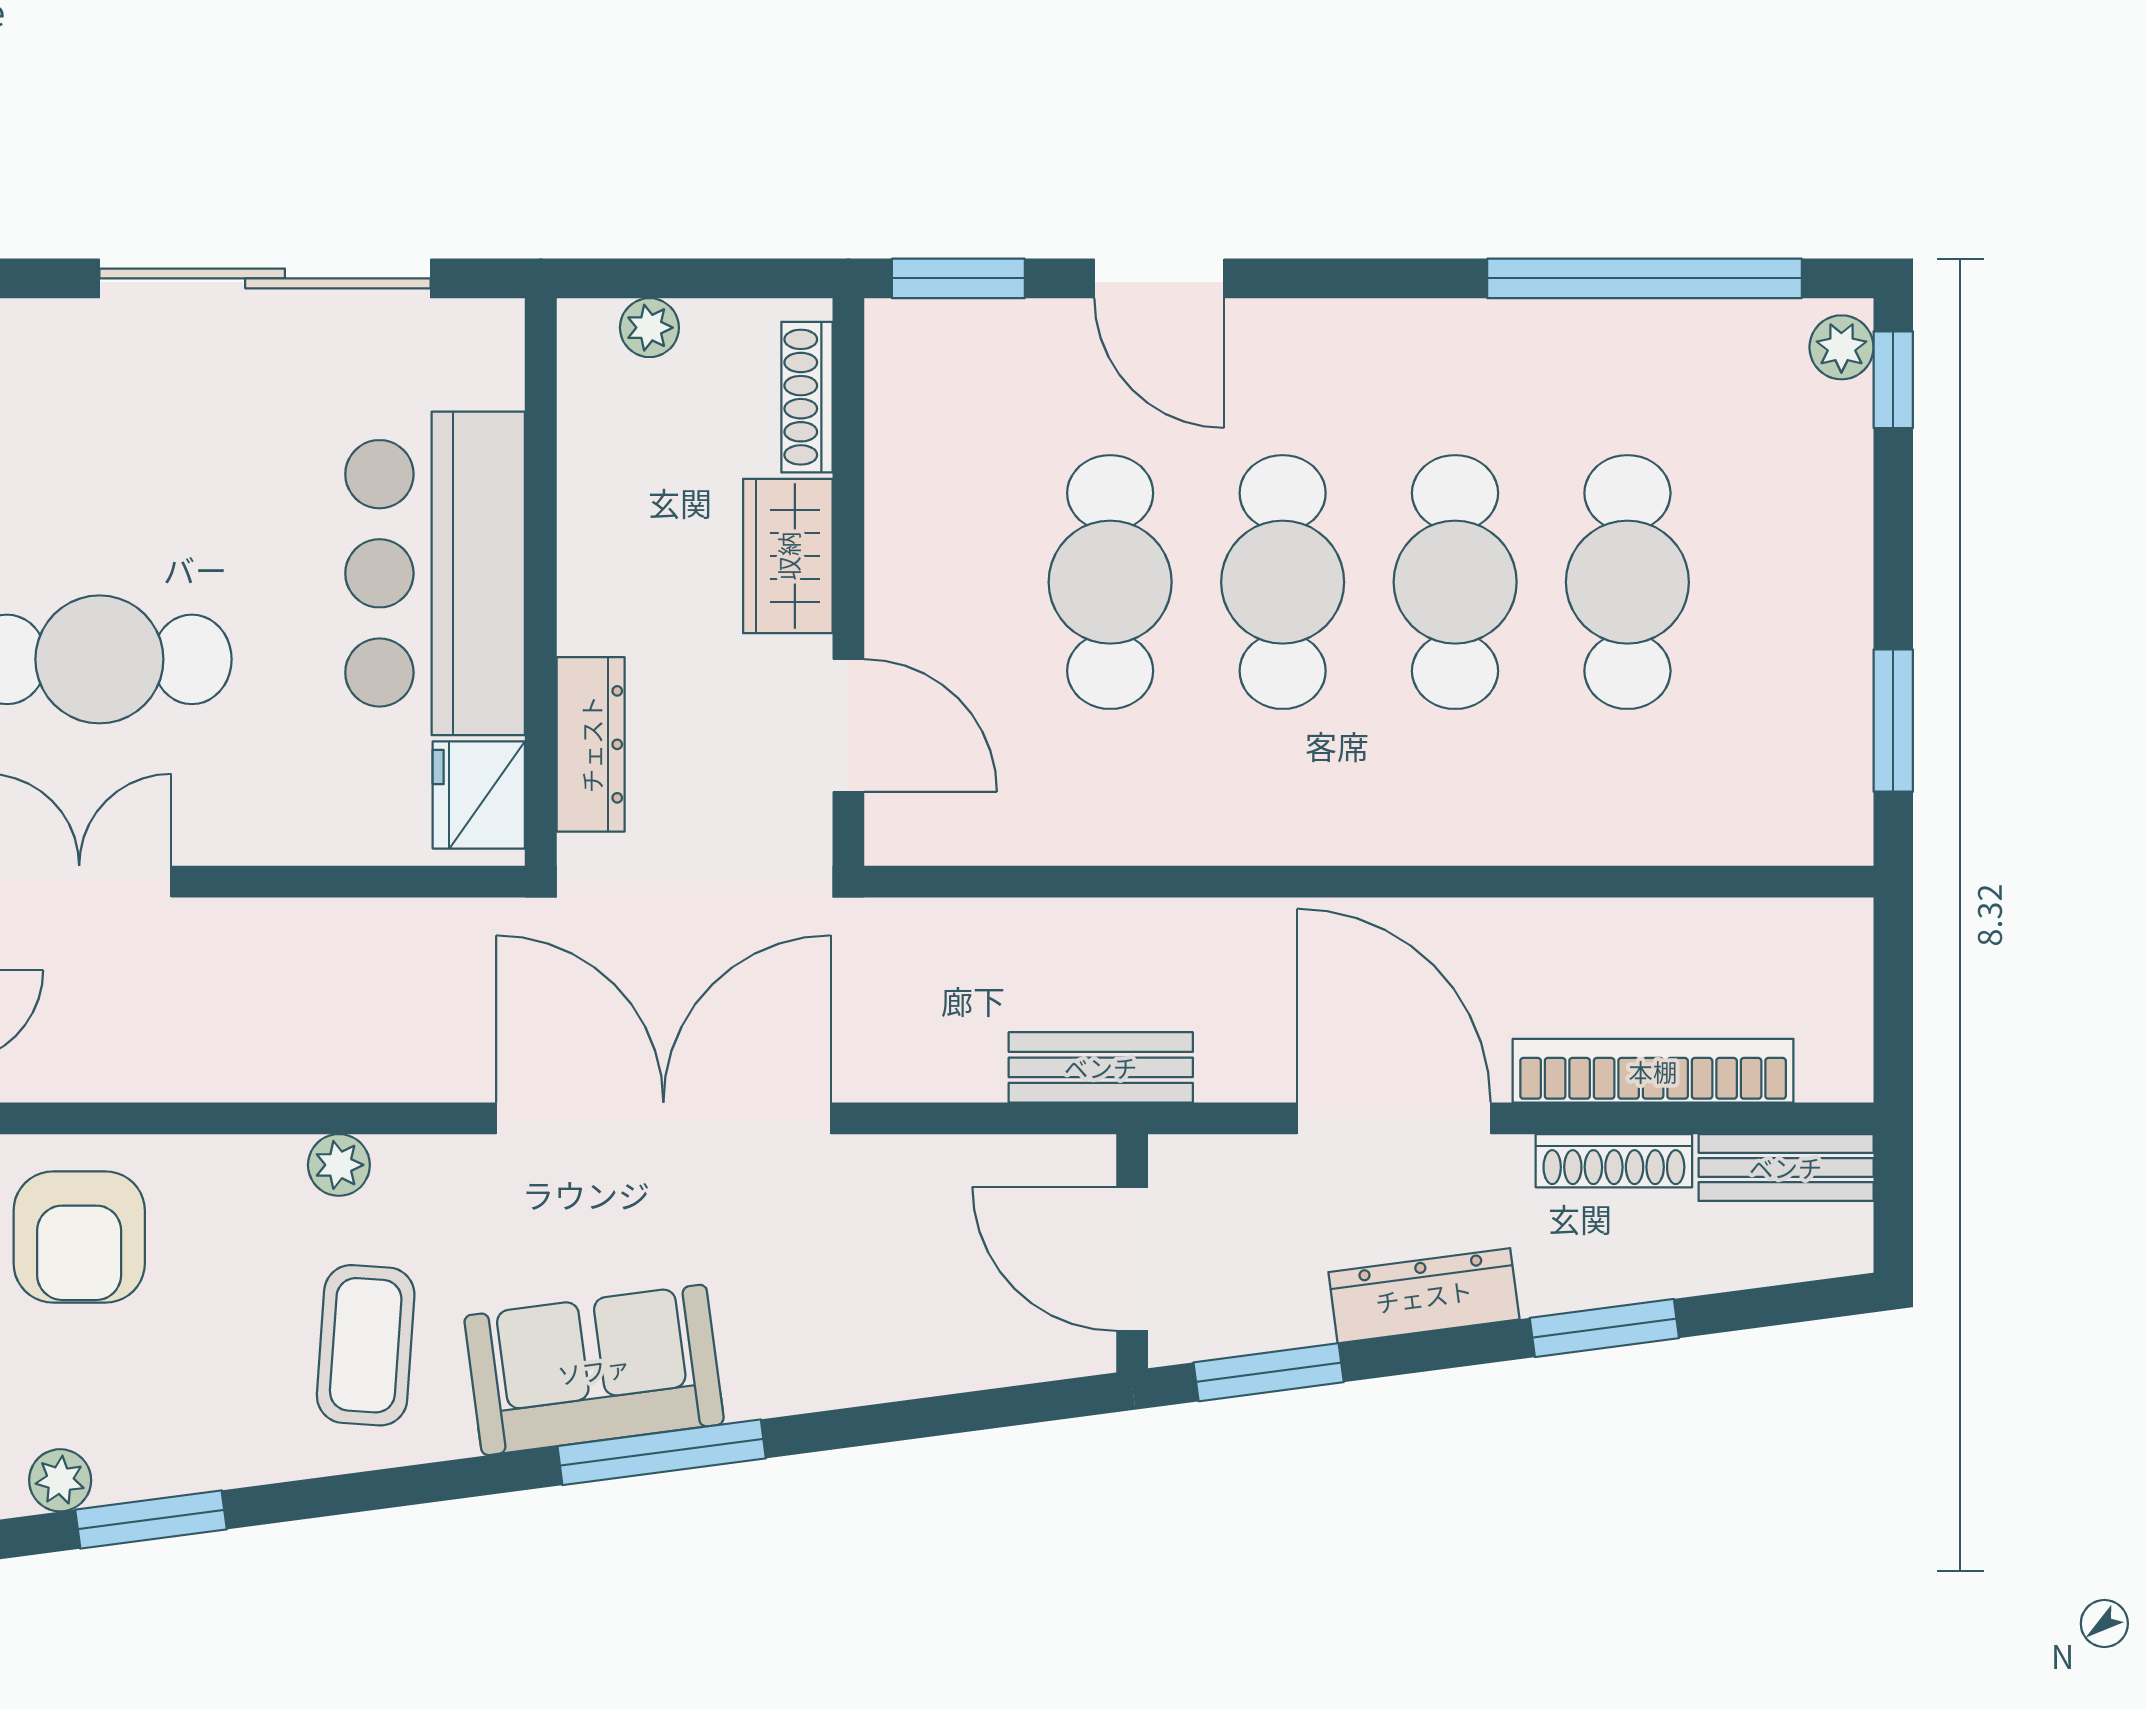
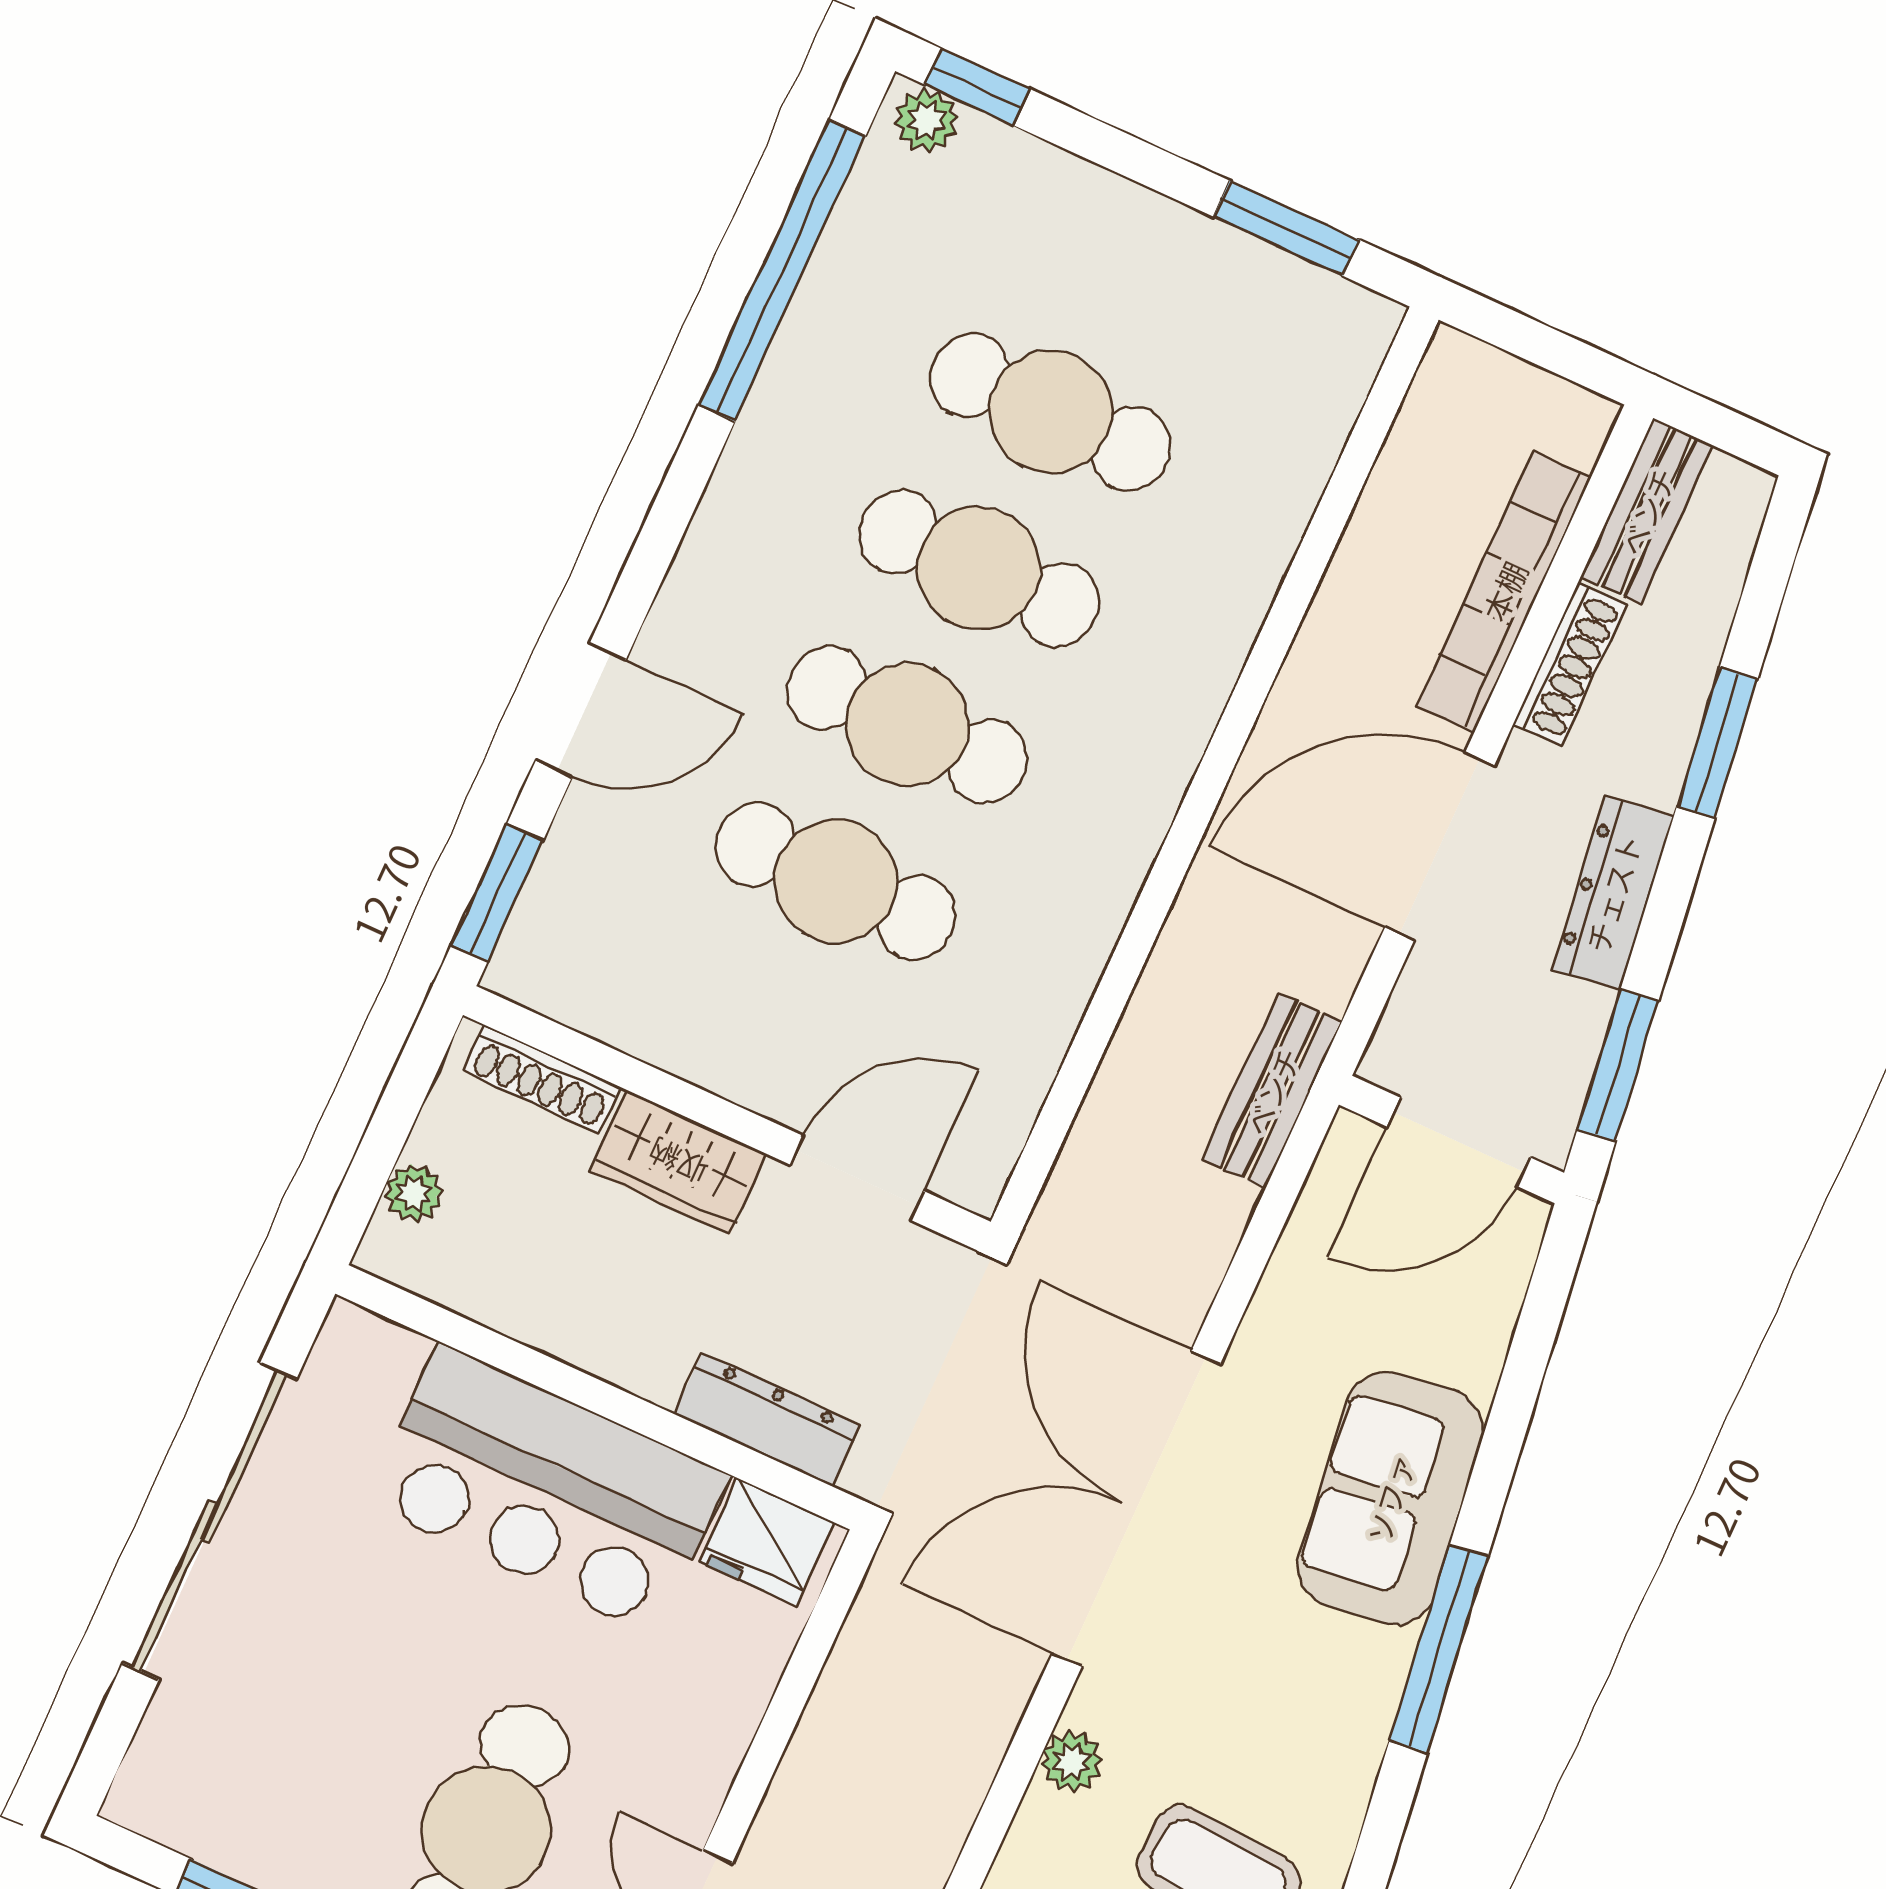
plant: (339, 1165) -> (1072, 1762), moved
sofa: (594, 1370) -> (1390, 1498), moved

